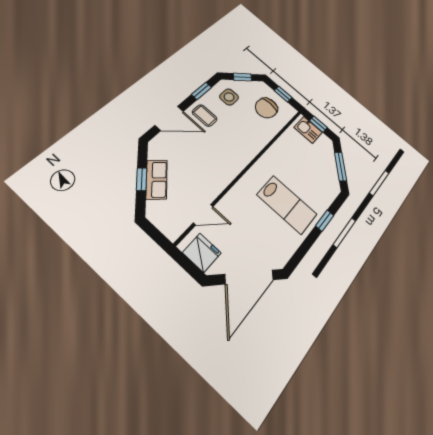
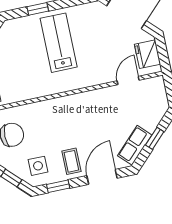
door: (169, 118) -> (102, 177), hinge flipped
row of seats: (157, 180) -> (135, 145), moved
door: (203, 215) -> (128, 81), hinge flipped

